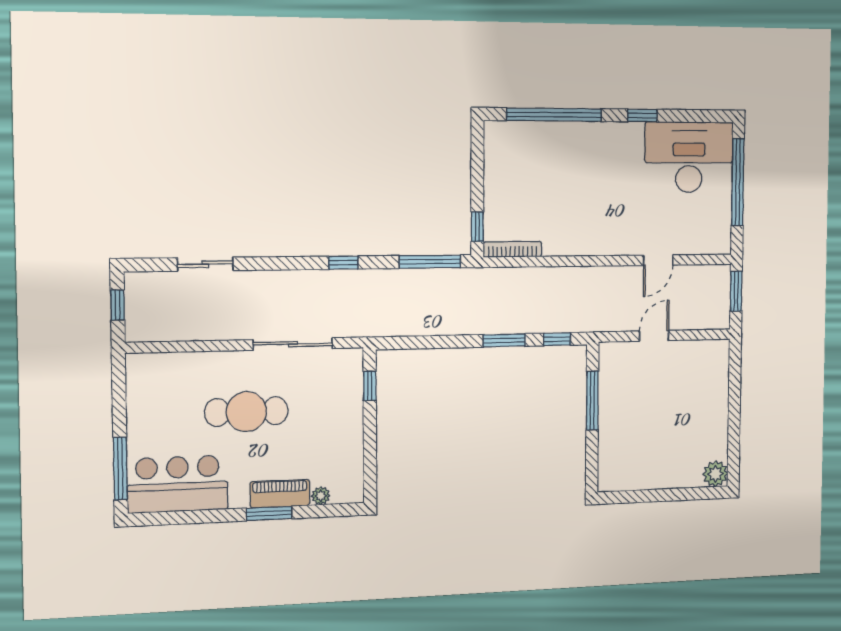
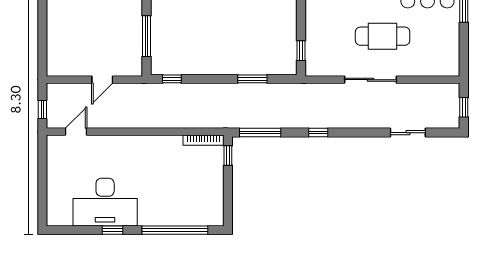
desk: (689, 157) -> (105, 202), moved
window: (738, 182) -> (42, 185), removed
door: (658, 260) -> (76, 132), moved
window: (736, 291) -> (42, 109), width x0.67
window: (504, 340) -> (252, 79), moved
sliding door: (293, 344) -> (371, 80), moved

